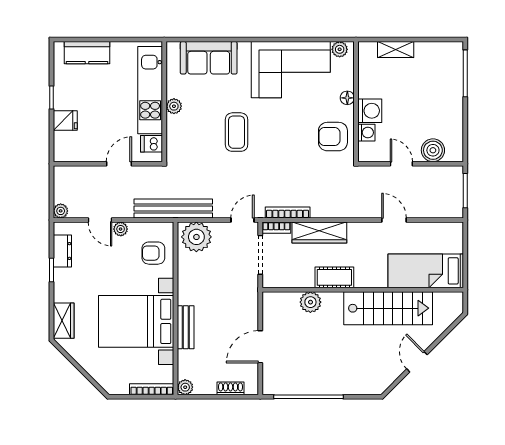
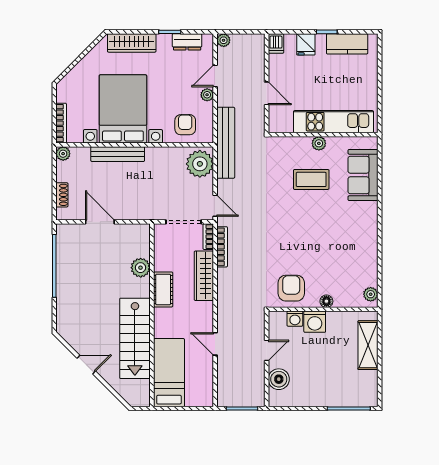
shelving: (396, 50) -> (368, 345), width x1.50, depth x1.33
kitchen counter: (87, 53) -> (347, 44), moved, turned -90
corner sofa: (291, 70) -> (352, 250), removed
coffee table: (237, 132) -> (311, 179), moved
dishwasher: (152, 144) -> (276, 43), moved, turned 180
door: (394, 220) -> (215, 344), swing flipped
wardrobe: (64, 321) -> (132, 43), width x1.50
bench: (186, 327) -> (118, 154), width x1.36

